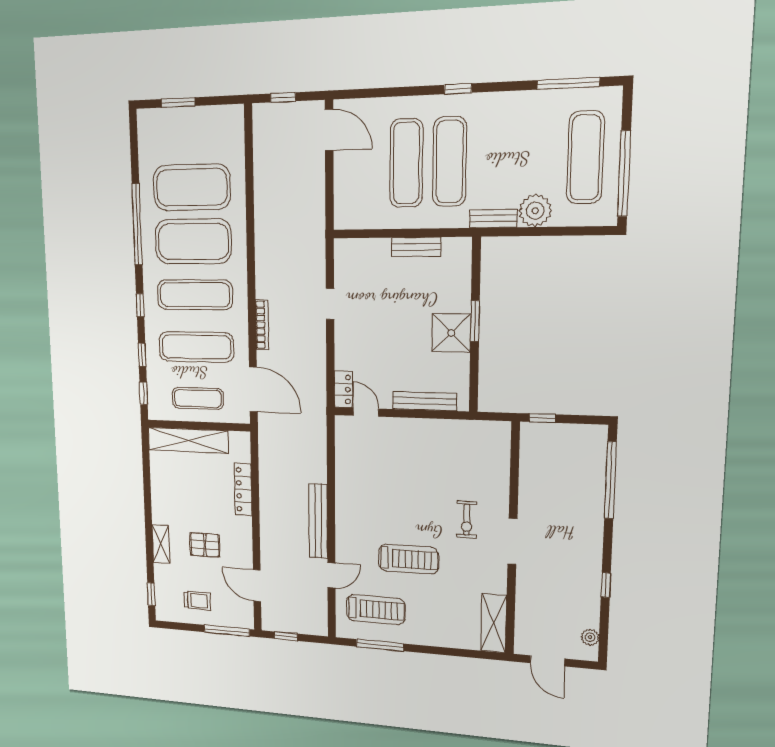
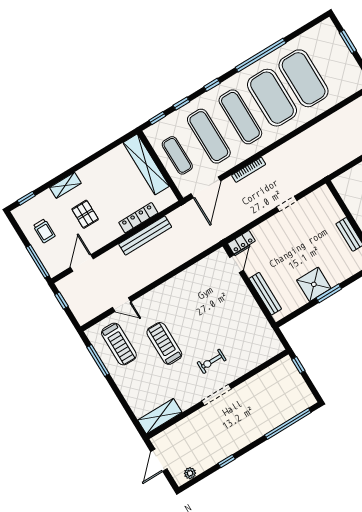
bench: (318, 521) -> (145, 236), moved
treadmill: (408, 559) -> (164, 343), turned 180

